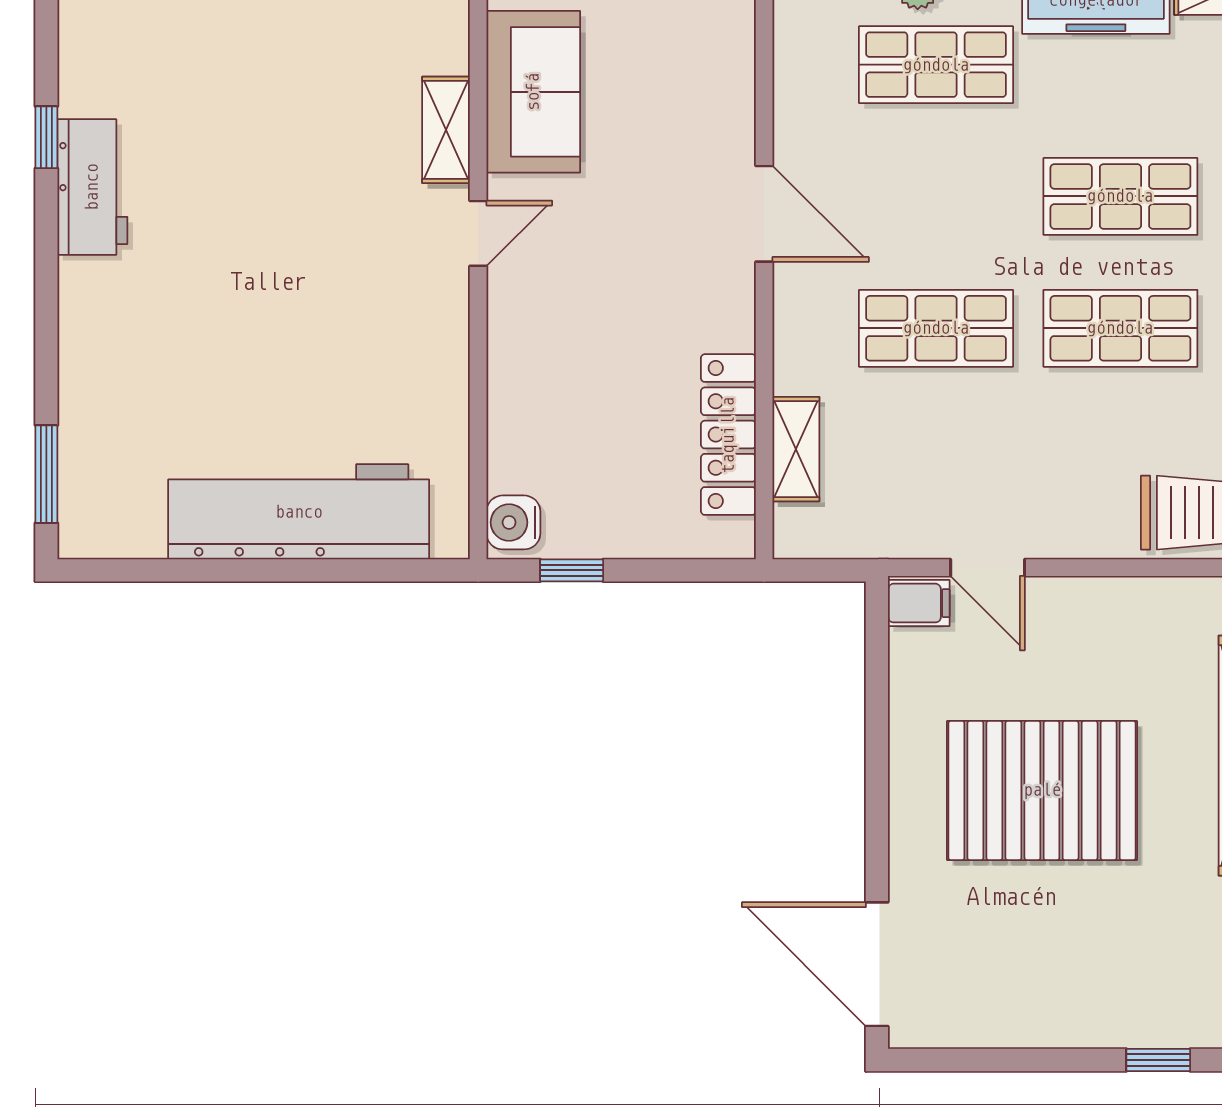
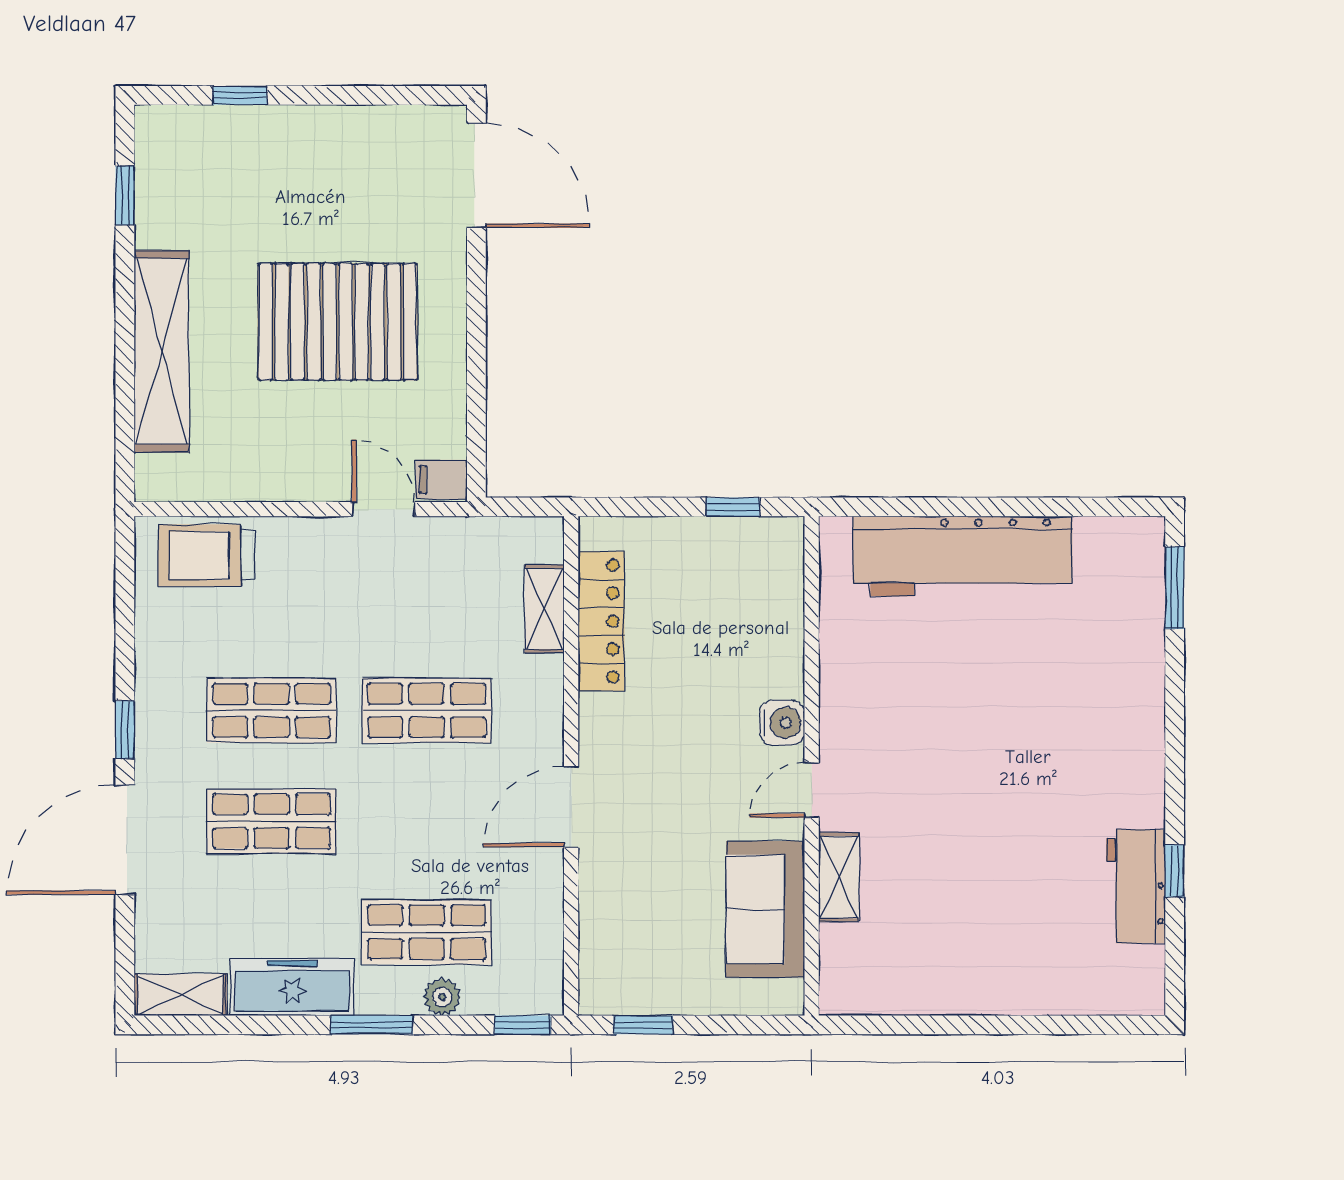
workbench: (92, 187) -> (1136, 886), moved
door: (764, 214) -> (571, 807), hinge flipped
water cooler: (513, 522) -> (782, 723), moved

